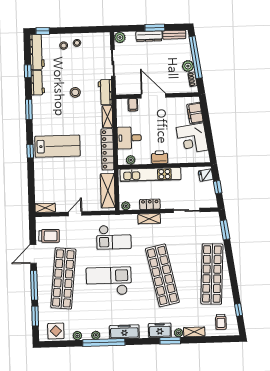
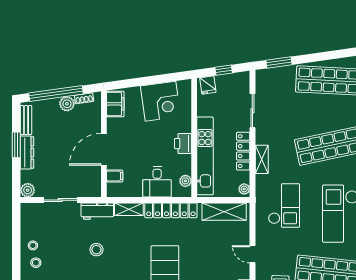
filing cabinet: (195, 113) -> (115, 104), moved, turned -82
locker: (150, 204) -> (243, 151), width x1.53

